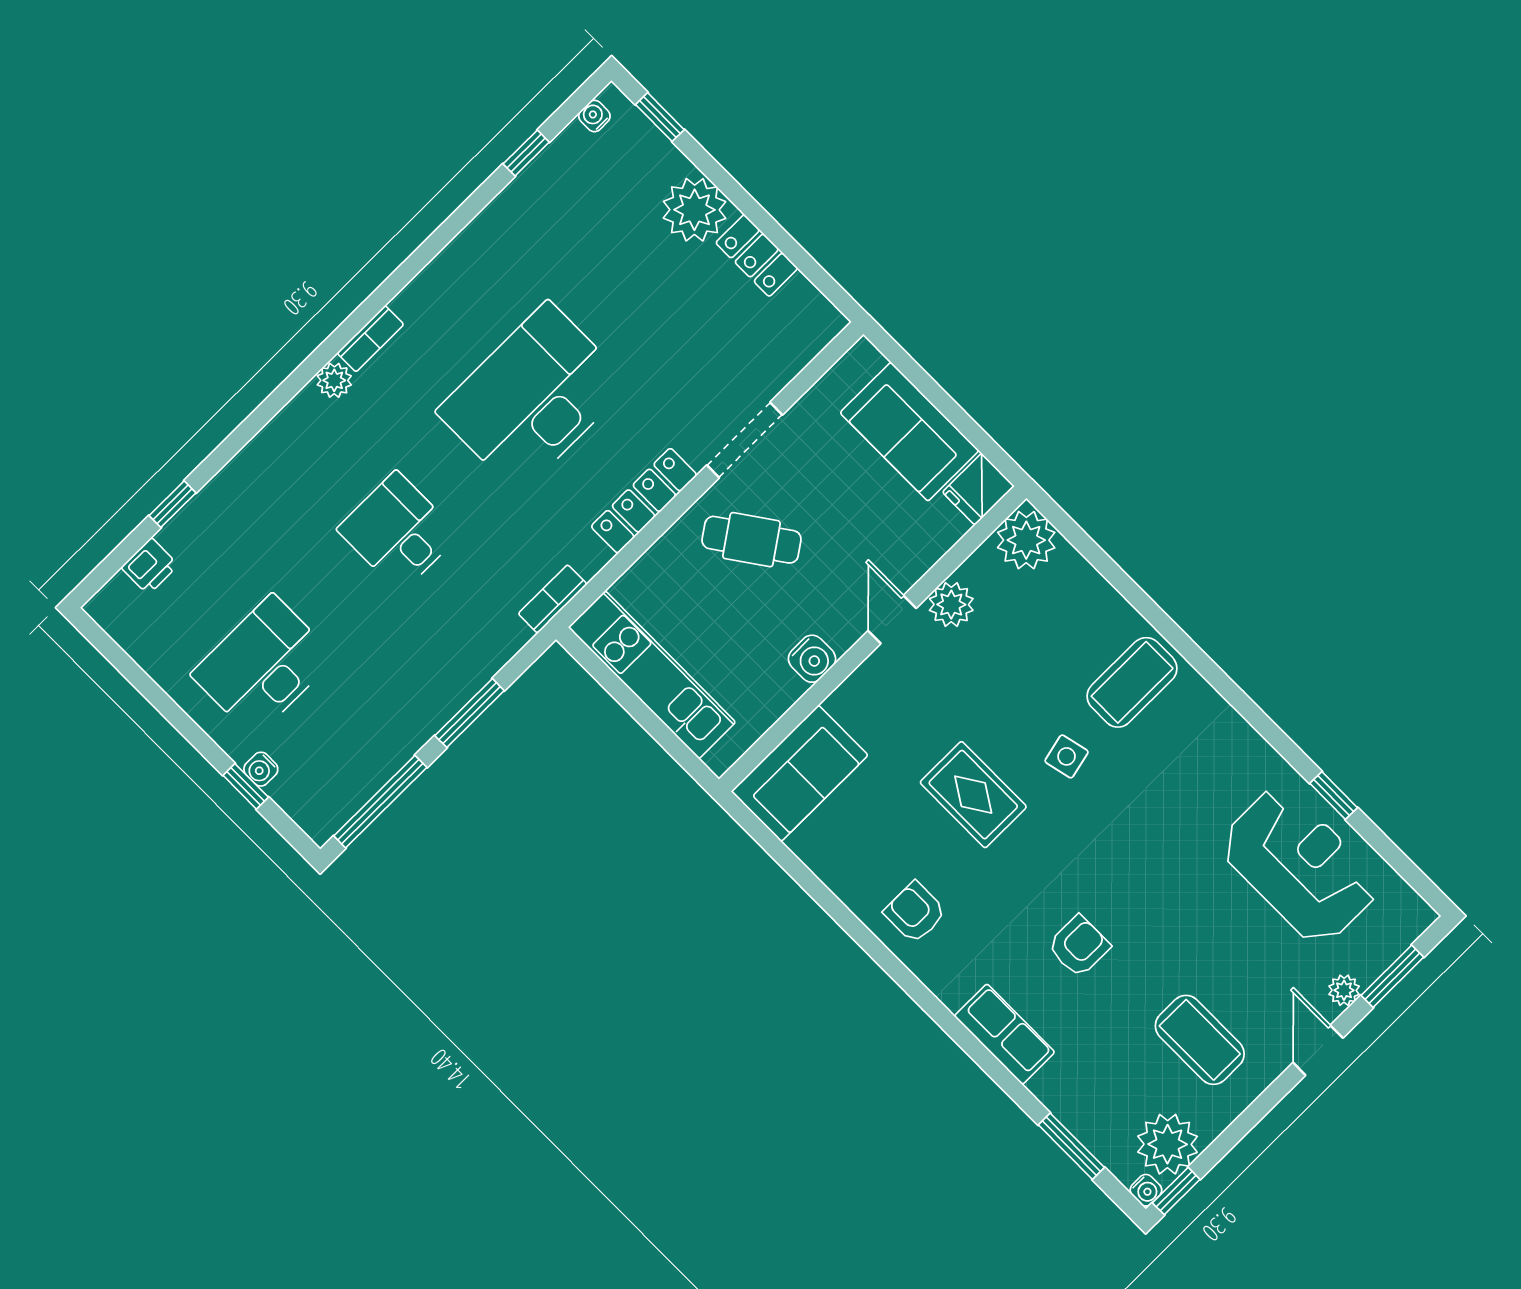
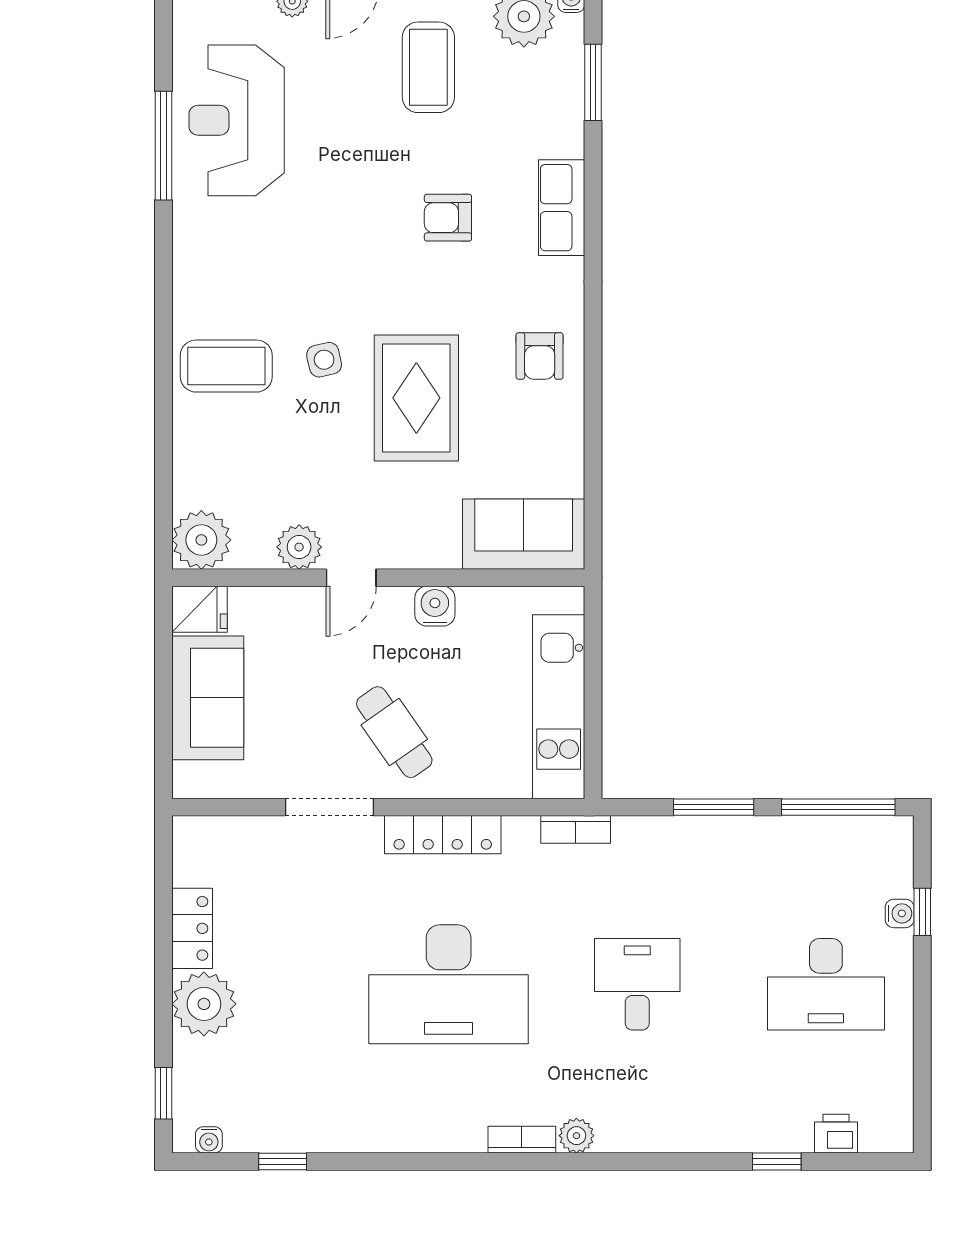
desk: (398, 532) -> (637, 984), turned 180
rug: (973, 795) -> (416, 398), width x1.36, depth x1.43
window: (1334, 796) -> (164, 146), width x2.17

